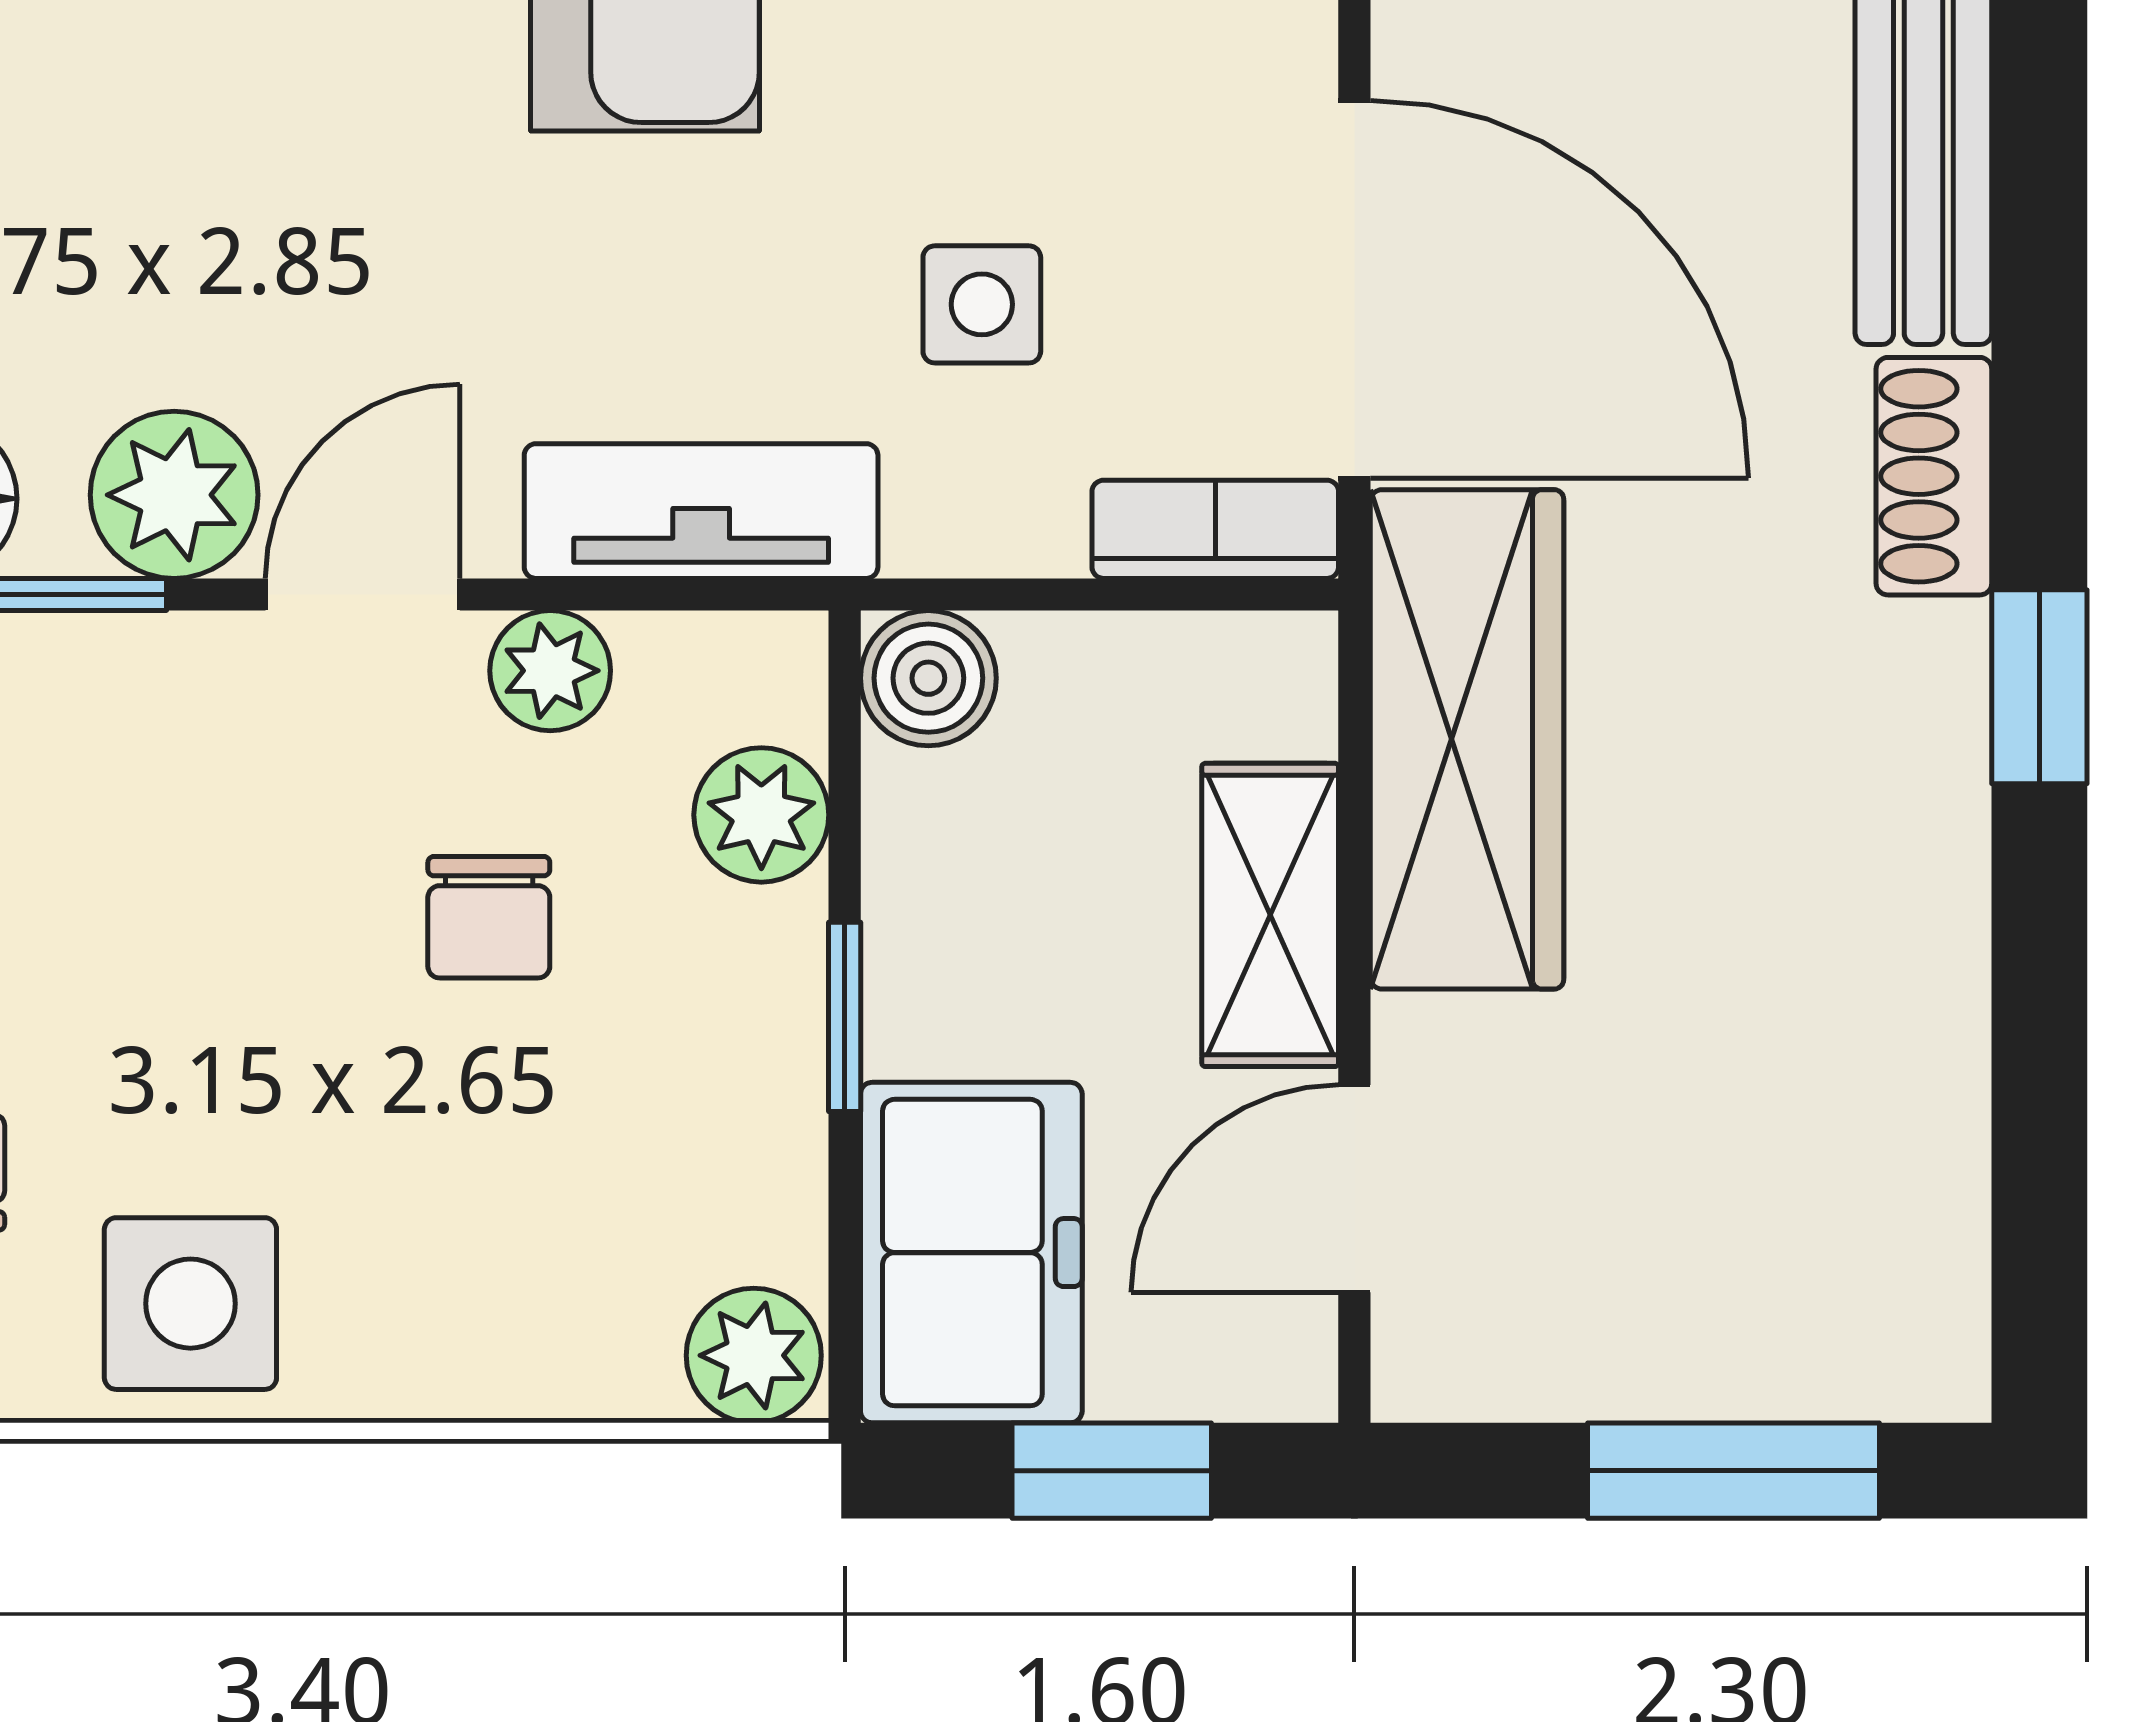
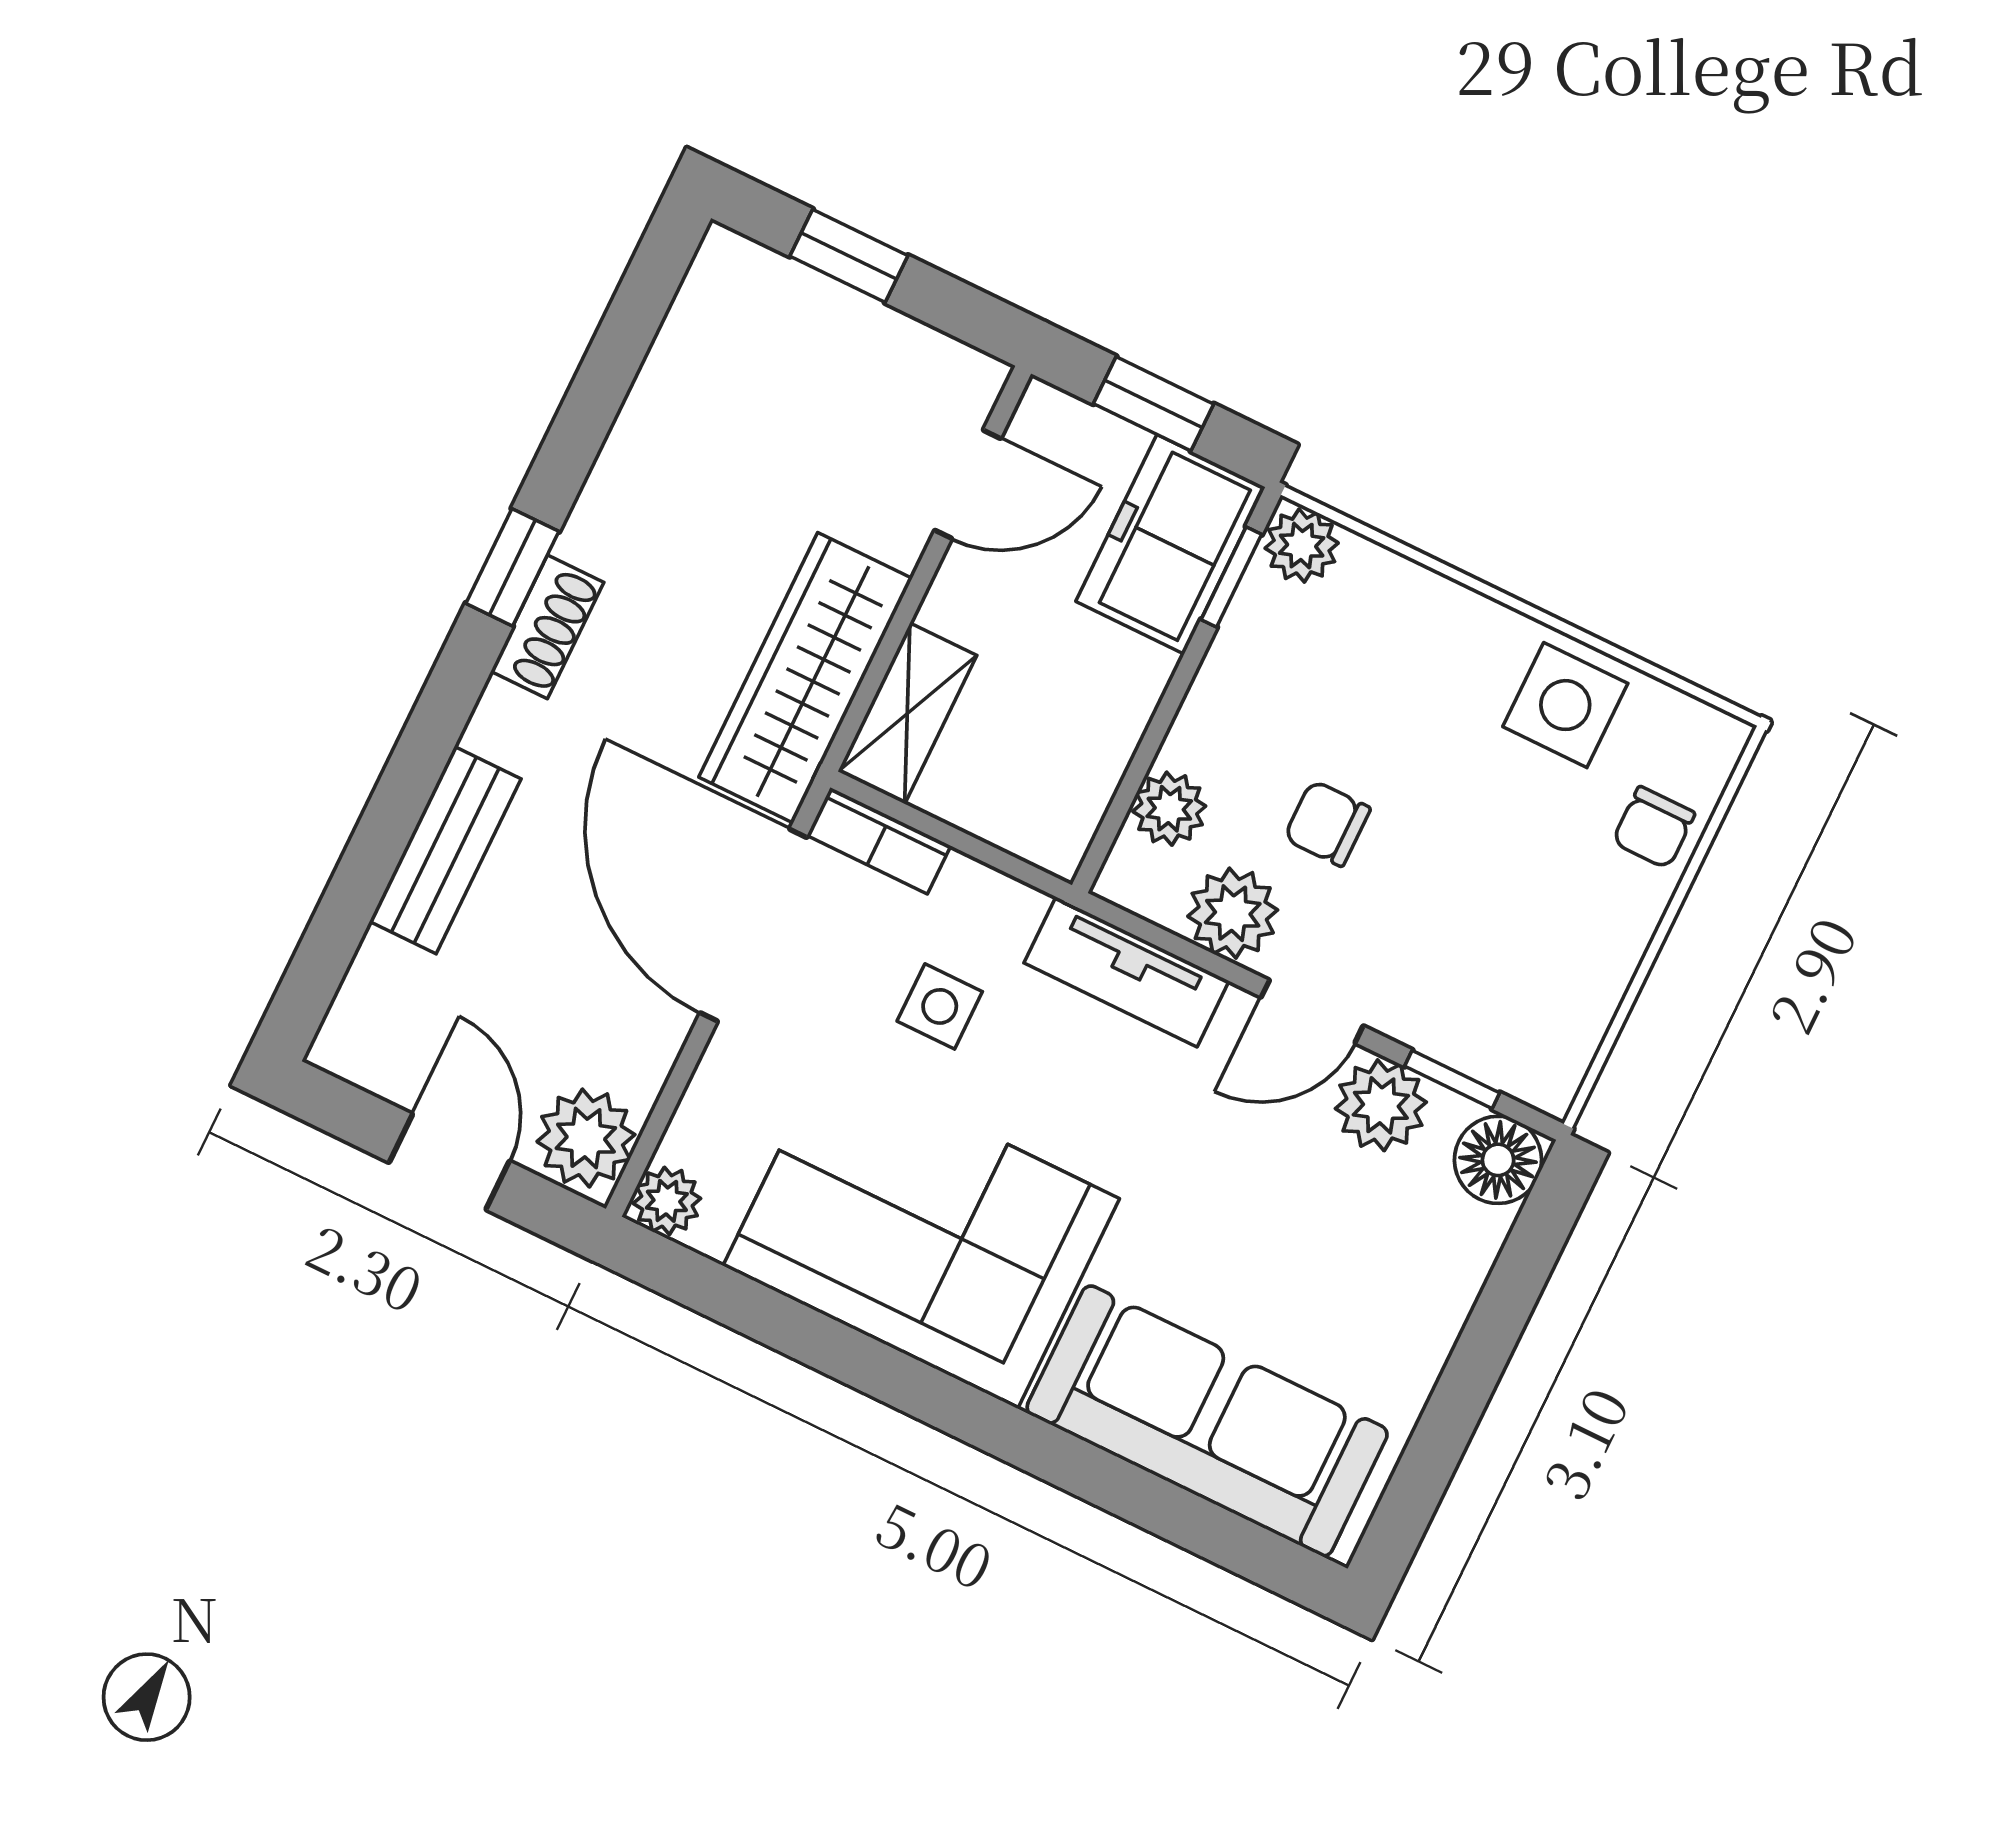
shoe rack: (1934, 476) -> (547, 627), moved
plant: (550, 671) -> (1233, 913), width x1.38, depth x1.38
boiler: (928, 678) -> (1055, 836), removed
shelving: (1270, 915) -> (907, 713), moved
chair: (489, 917) -> (1327, 823), turned -90
window: (845, 1017) -> (1231, 577), moved
window: (1733, 1471) -> (849, 256), width x0.67

